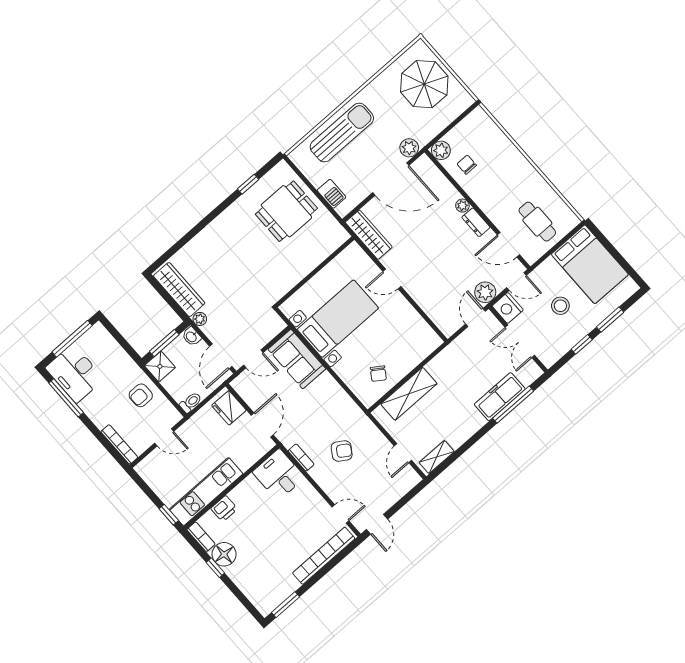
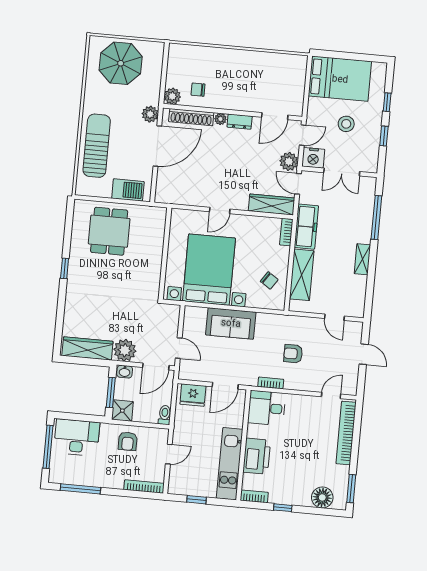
shoe rack: (440, 182) -> (191, 117), added
window: (248, 184) -> (65, 268), moved
barbecue: (332, 194) -> (128, 190), width x1.38, depth x1.27
cafe table: (537, 222) -> (279, 83), removed
wardrobe: (369, 235) -> (272, 205), moved
plant: (200, 319) -> (125, 350), width x1.88, depth x1.88
bed with nightstands: (338, 319) -> (209, 270), width x1.36
window: (610, 319) -> (387, 102), width x0.67
bookcase: (429, 347) -> (286, 232), added
door: (221, 356) -> (156, 366), hinge flipped
door: (253, 359) -> (179, 348), hinge flipped
sofa: (297, 359) -> (231, 323), moved
desk: (75, 373) -> (77, 437), moved, turned 180
freezer: (500, 397) -> (306, 227), moved, turned 180
door: (262, 425) -> (225, 386), swing flipped
armchair: (342, 451) -> (293, 354), turned -123
shelving: (437, 457) -> (362, 259), moved
printer: (224, 509) -> (257, 456), width x1.87, depth x1.48
window: (169, 515) -> (196, 500), moved
door: (377, 524) -> (364, 354), moved
floor lamp: (224, 554) -> (322, 497), moved

